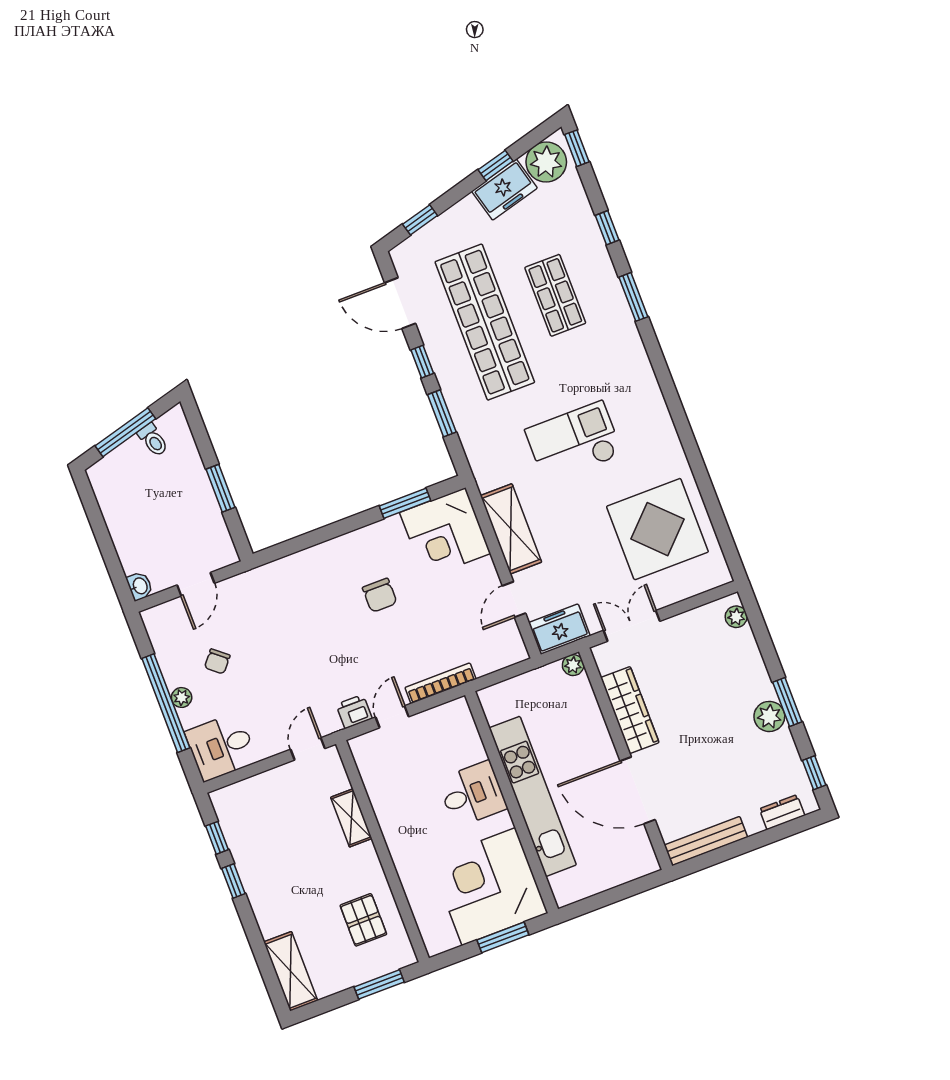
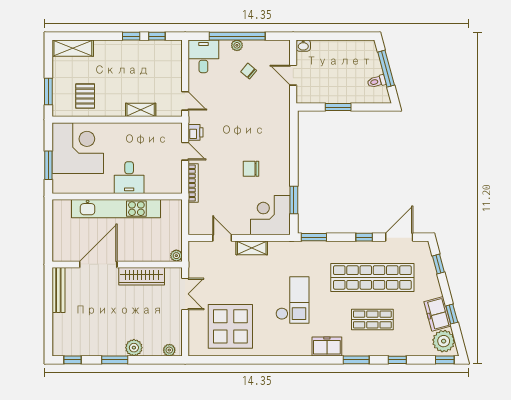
window: (442, 413) -> (314, 237), moved
shelving: (511, 529) -> (252, 248), width x0.67, depth x0.75
freezer: (559, 629) -> (327, 347), moved, turned -90
plant: (769, 716) -> (134, 348), moved
dresser: (782, 812) -> (58, 335), removed
corner desk: (489, 887) -> (78, 148), moved
pallet: (363, 920) -> (85, 96), turned 90

